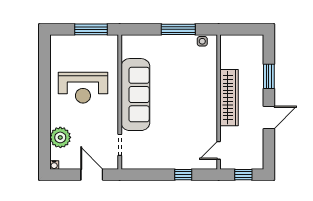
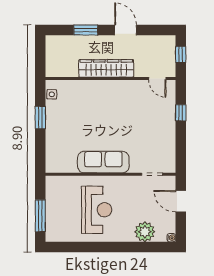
window: (91, 29) -> (40, 216), moved
window: (178, 29) -> (40, 118), width x0.69
sofa: (135, 95) -> (103, 162), width x0.74, depth x0.79
door: (92, 175) -> (181, 201), hinge flipped

